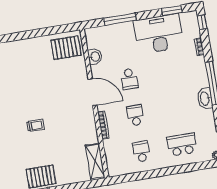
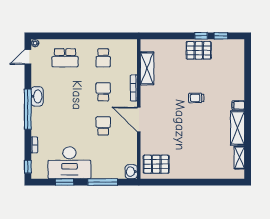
window: (172, 11) -> (65, 182), moved
washbasin: (95, 57) -> (131, 172), moved
school desk: (135, 115) -> (103, 92), turned 180
shelving: (95, 162) -> (147, 68), moved

